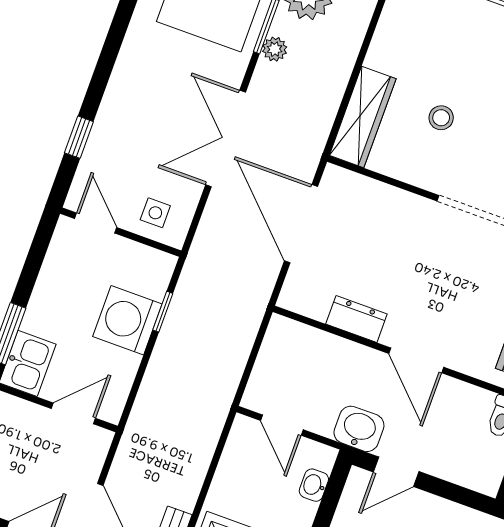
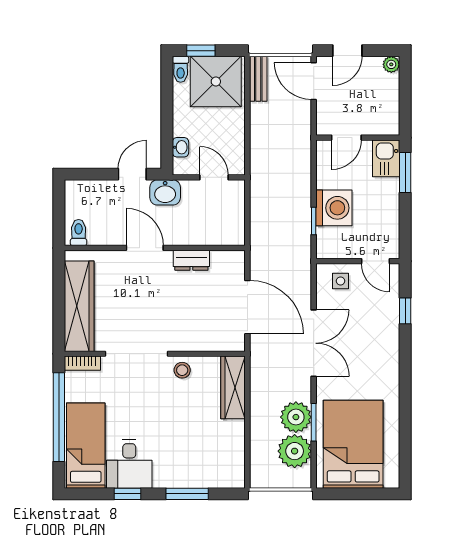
plant: (275, 49) -> (296, 417), width x1.87, depth x1.87
stool: (441, 118) -> (182, 370), moved

